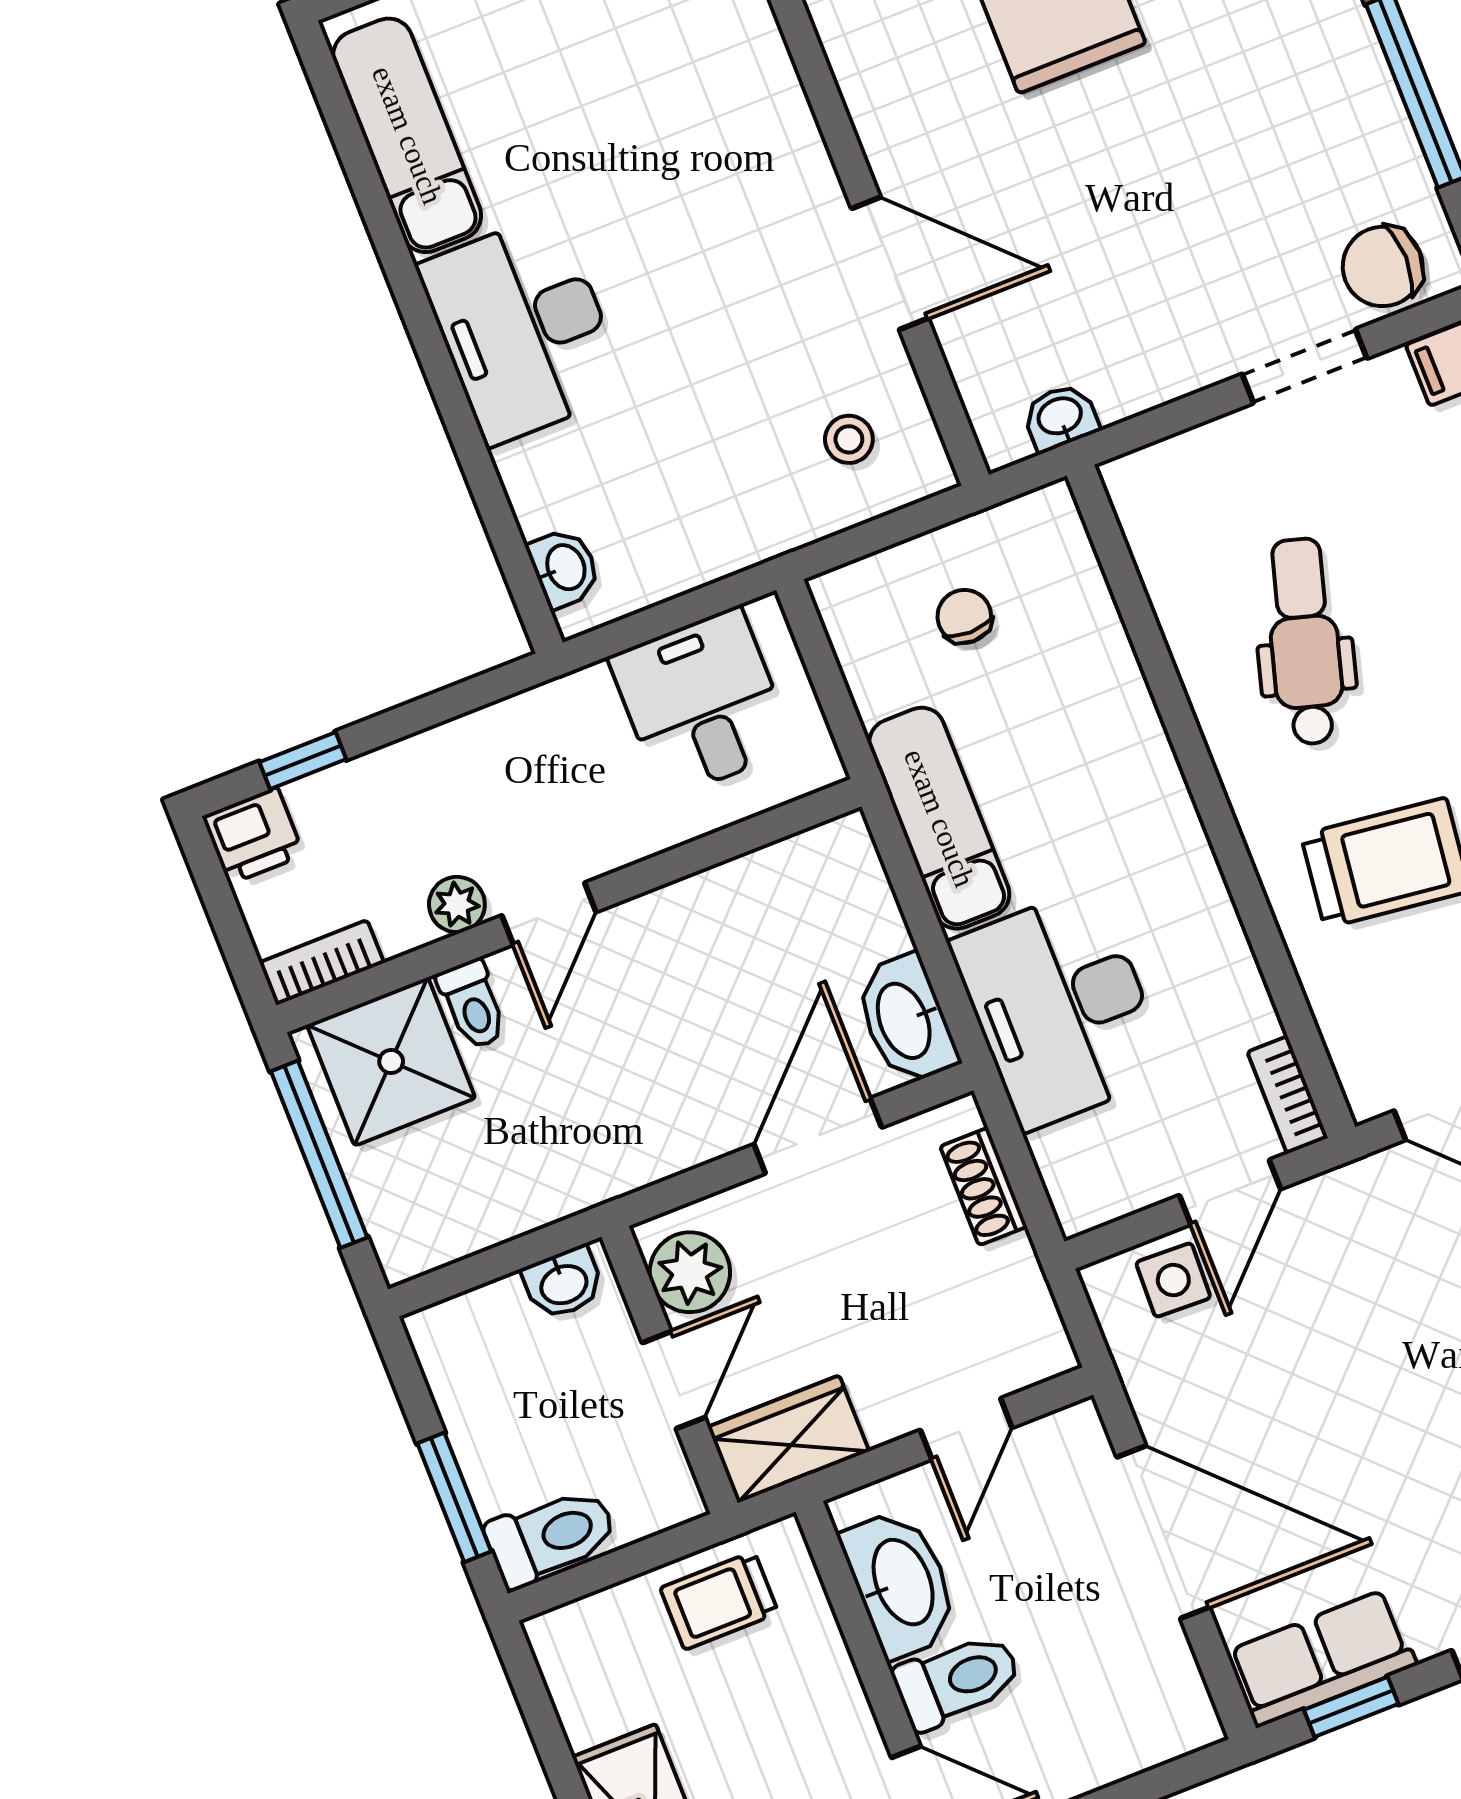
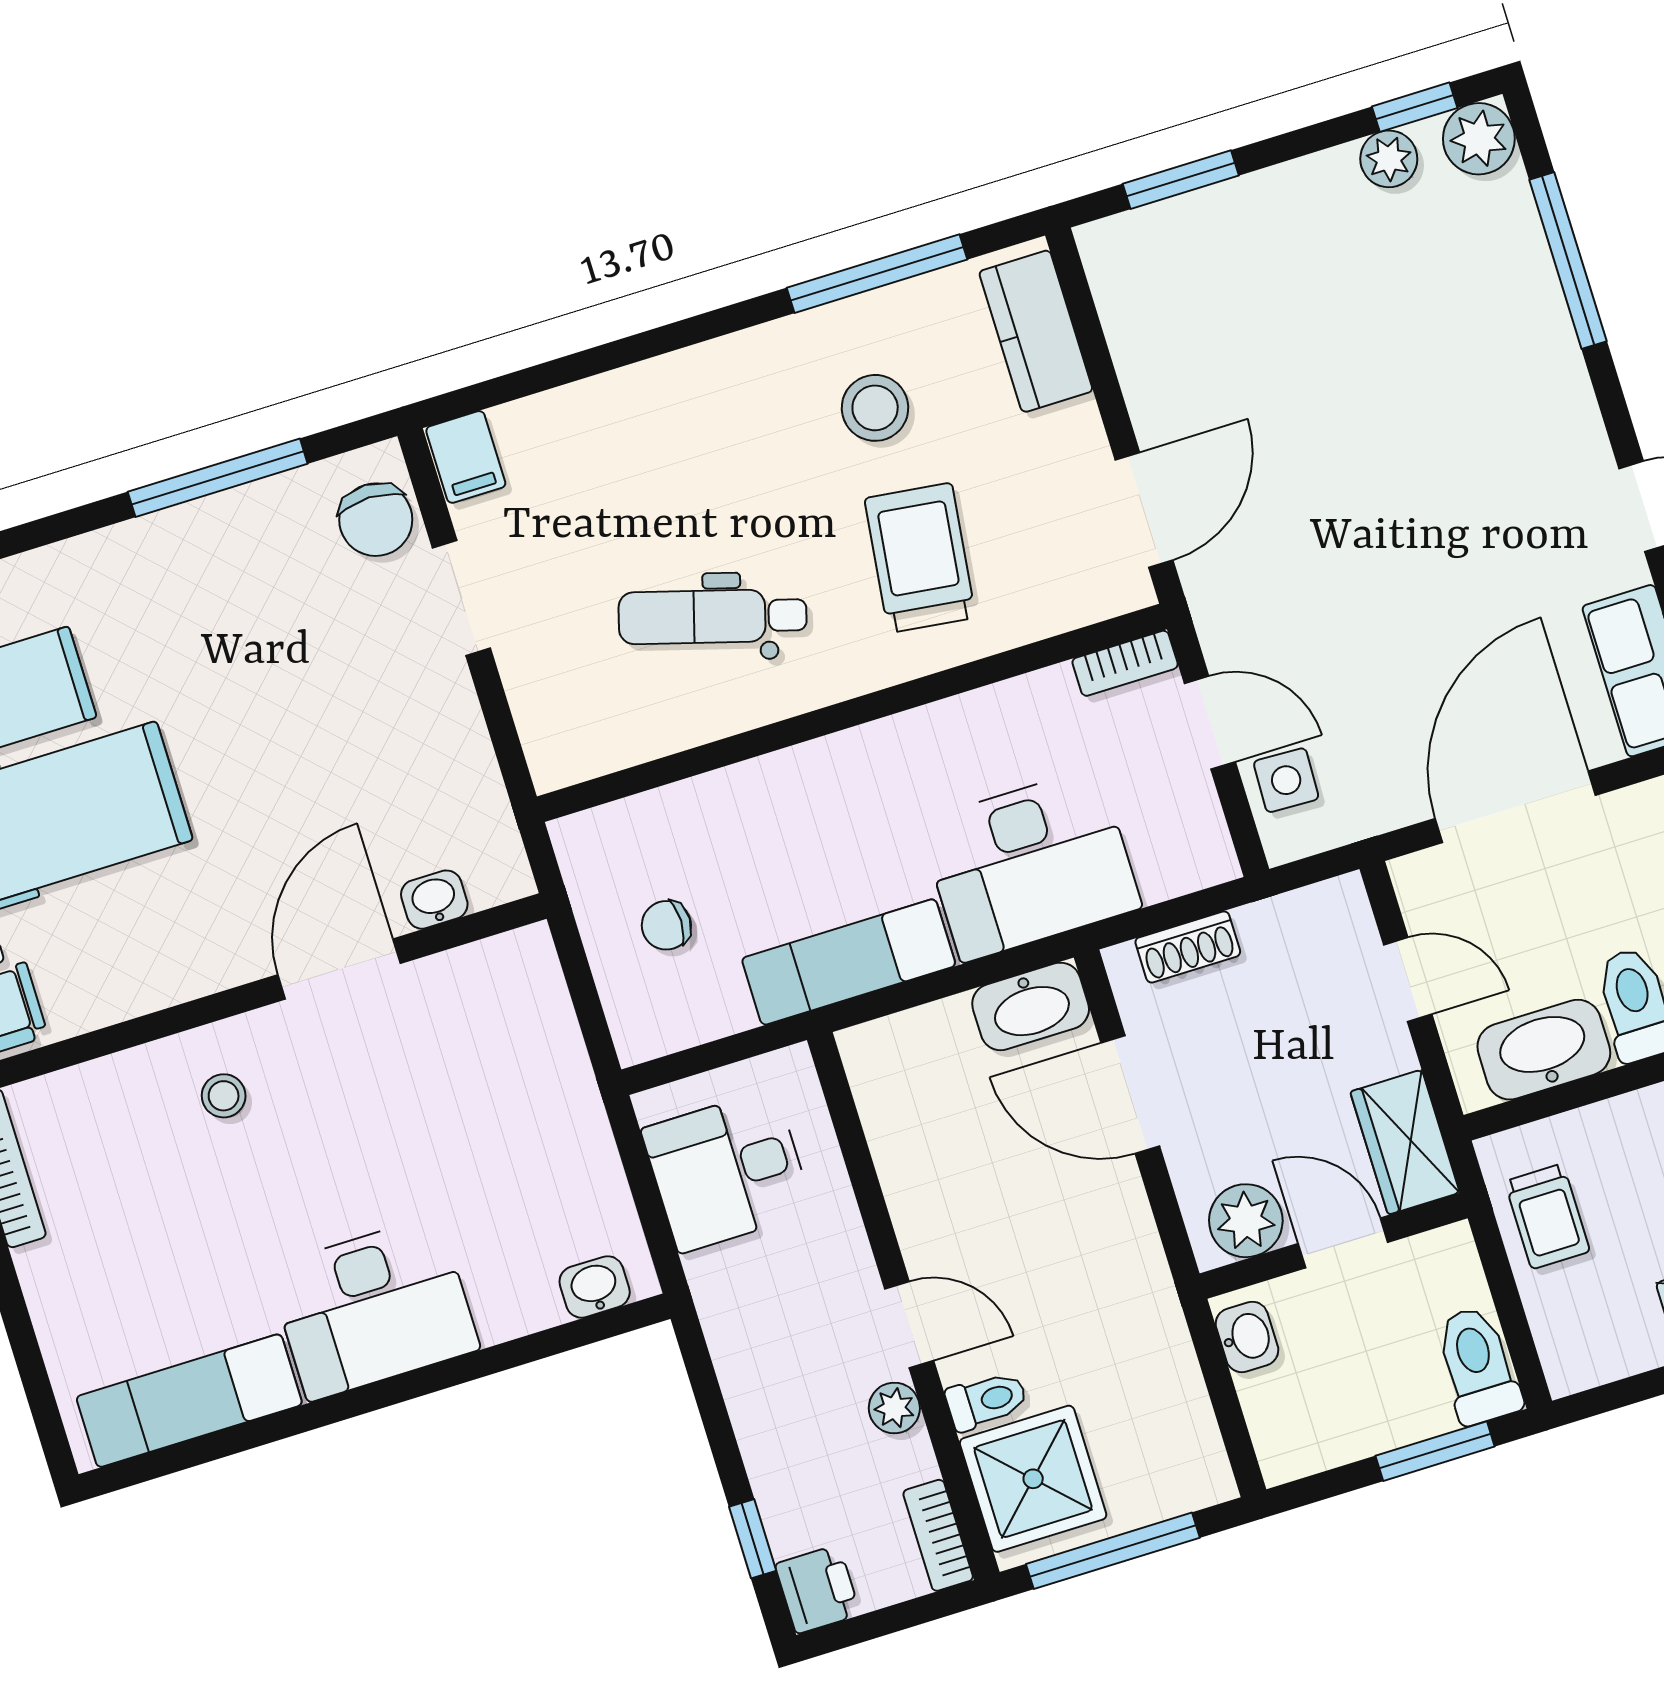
washbasin: (1060, 417) -> (434, 900), moved, turned 90
stool: (849, 439) -> (224, 1096), moved

